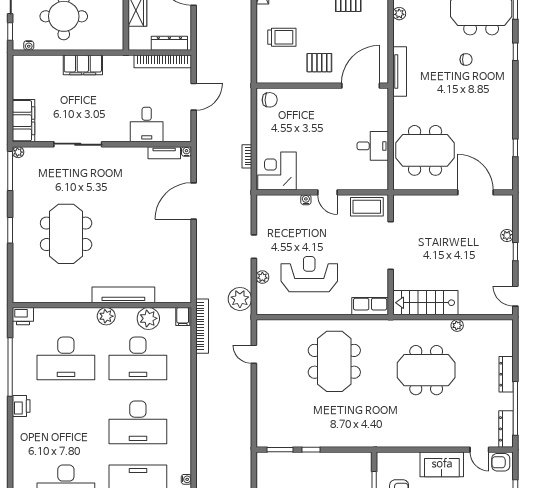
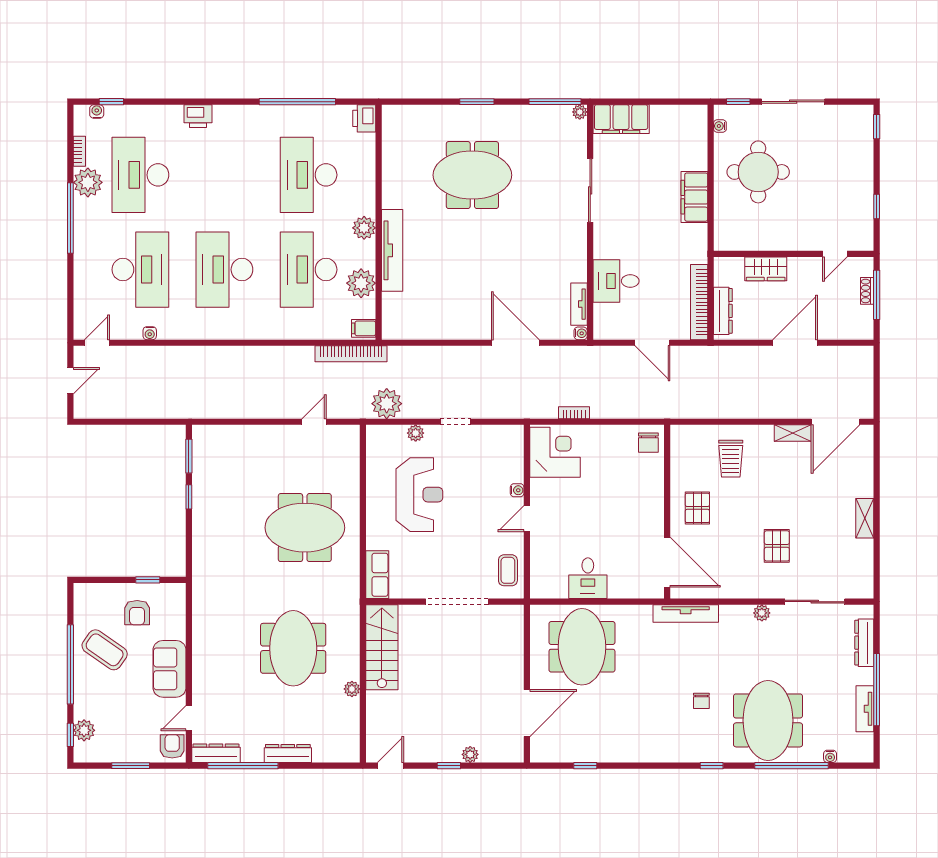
coffee table: (367, 207) -> (508, 570), width x0.73, depth x0.77
printer: (21, 406) -> (198, 116), moved

